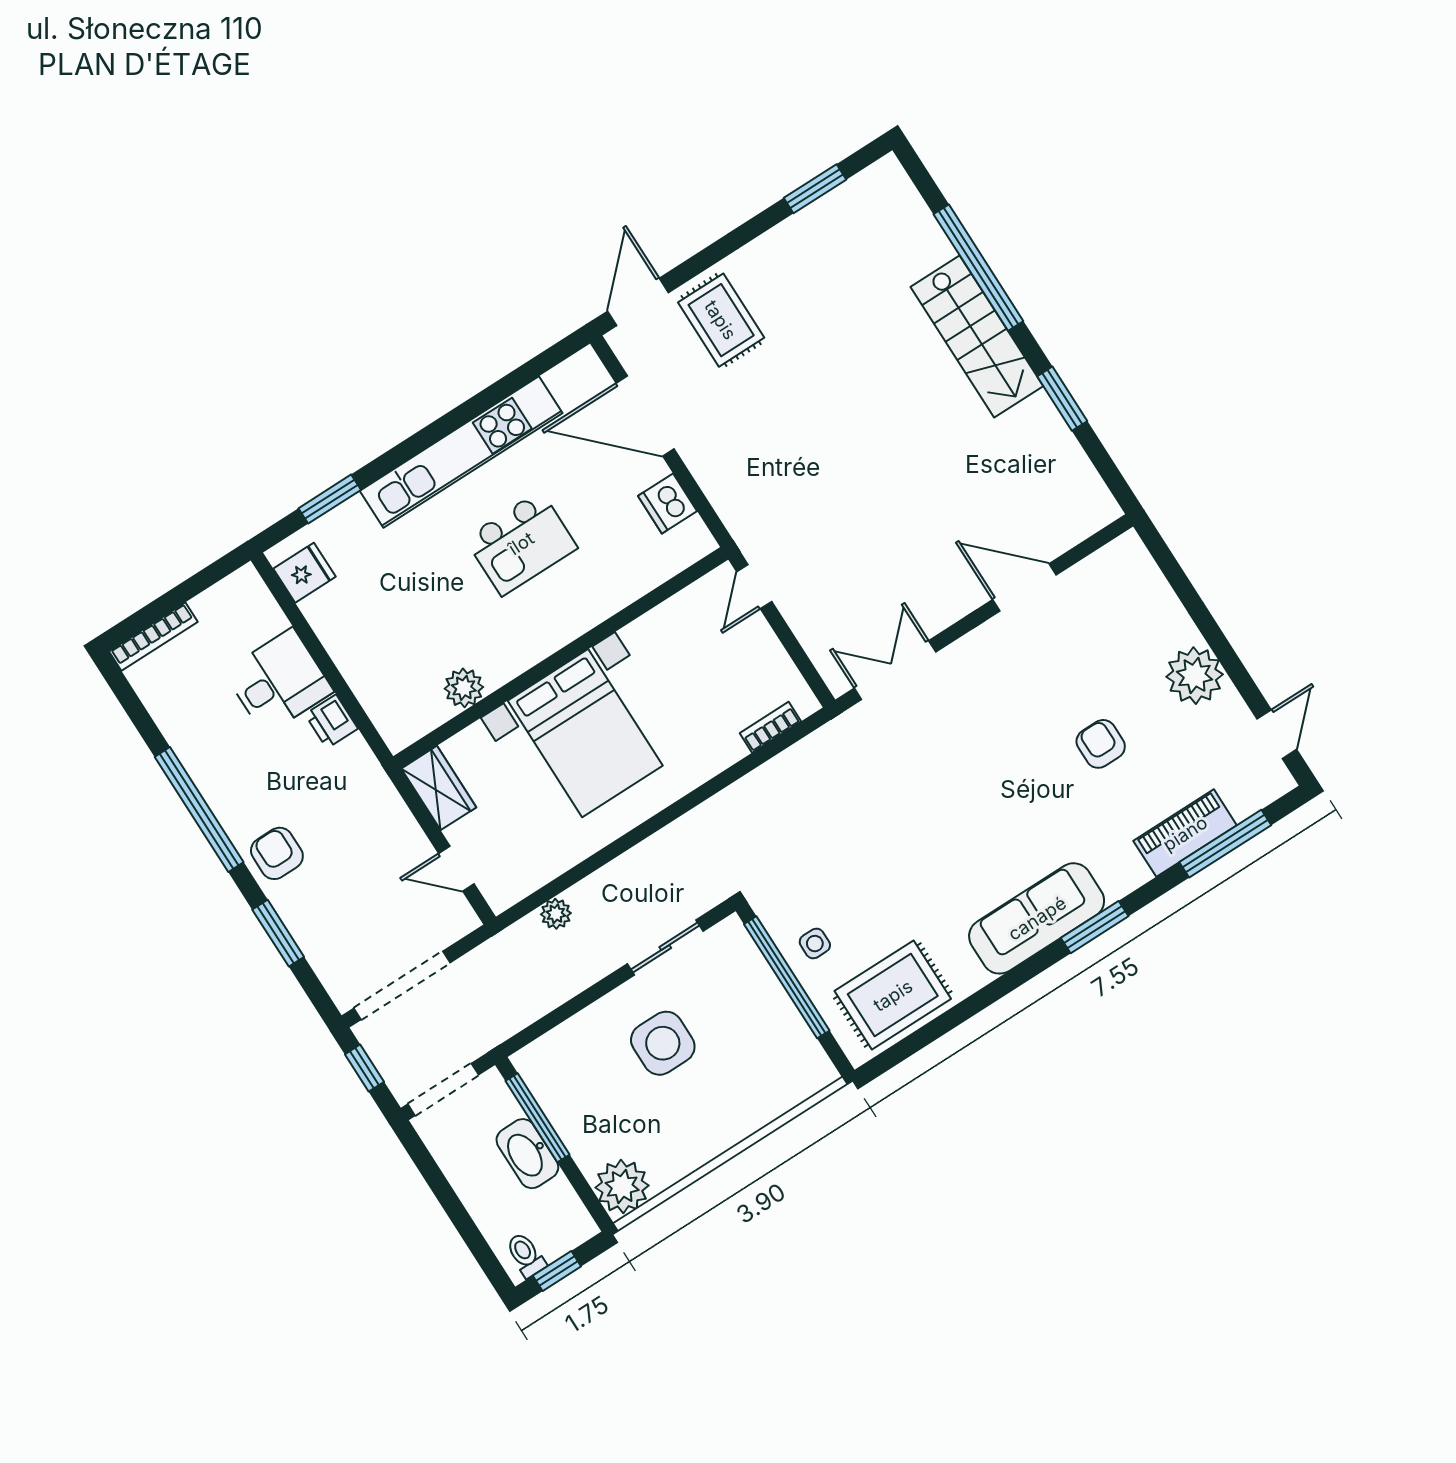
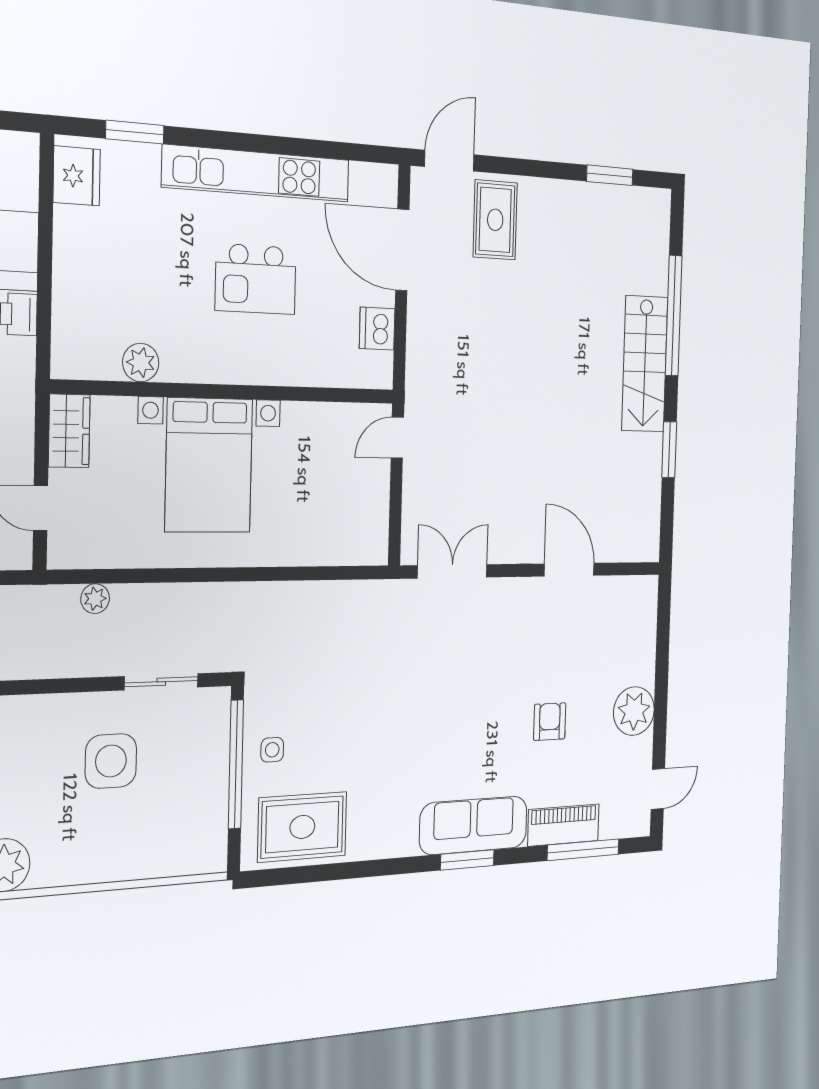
fridge: (305, 573) -> (77, 176), width x1.38
bookcase: (770, 727) -> (343, 555), removed
sofa: (1037, 918) -> (474, 825), moved

